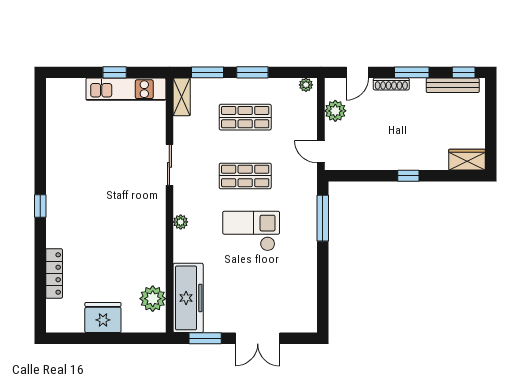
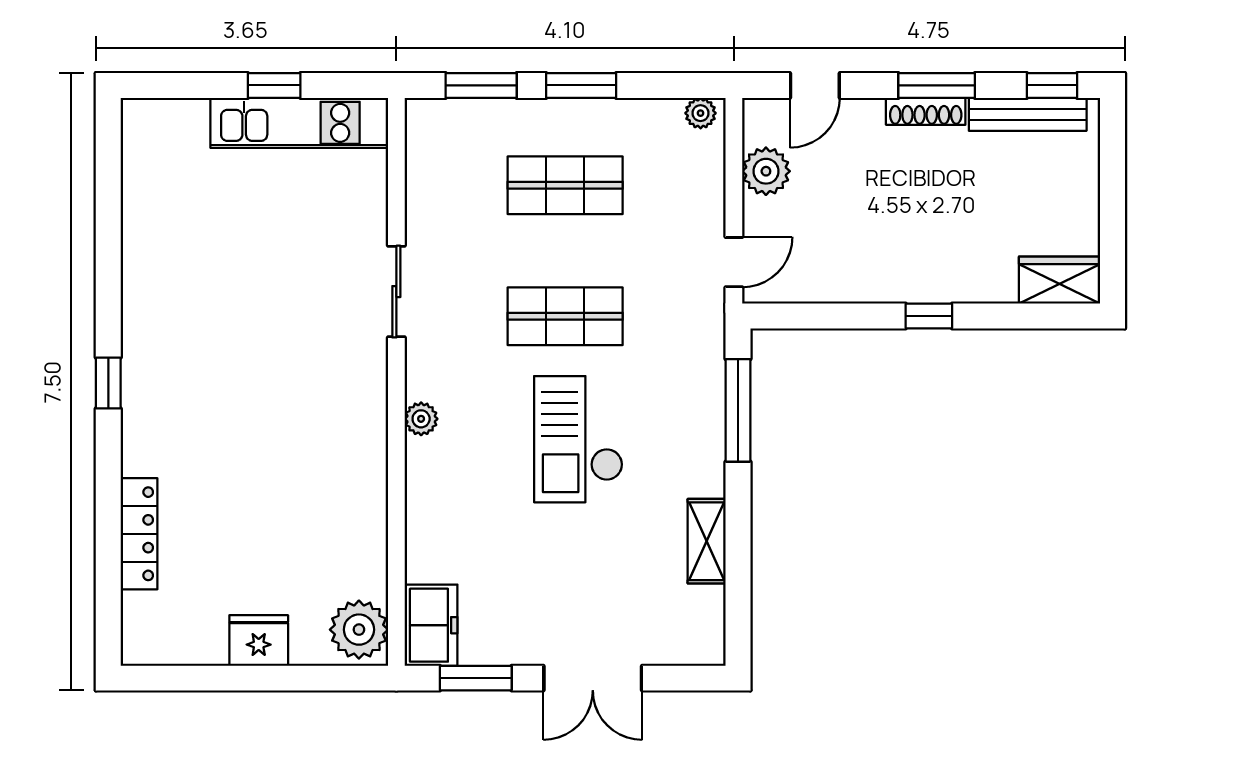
shoe rack: (391, 84) -> (926, 111), moved
shelving: (182, 97) -> (707, 541), moved
door: (321, 152) -> (734, 262), swing flipped
checkout: (251, 231) -> (578, 439), turned -90
freezer: (188, 298) -> (431, 625), width x0.52, depth x0.79
plant: (153, 299) -> (359, 630), moved
fridge: (103, 318) -> (259, 640), width x0.73, depth x0.75

